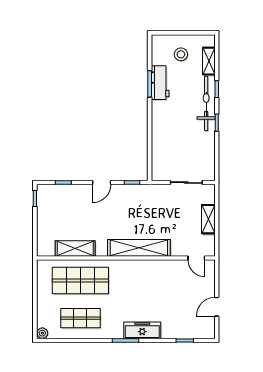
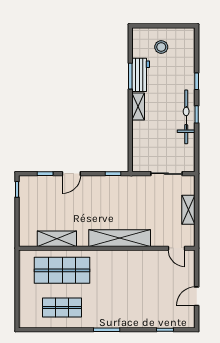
shelving: (209, 61) -> (138, 106), moved
bicycle: (206, 103) -> (186, 117), moved
door: (102, 183) -> (71, 174), moved
freezer: (142, 330) -> (123, 320), removed
plant: (42, 333) -> (24, 322), removed

